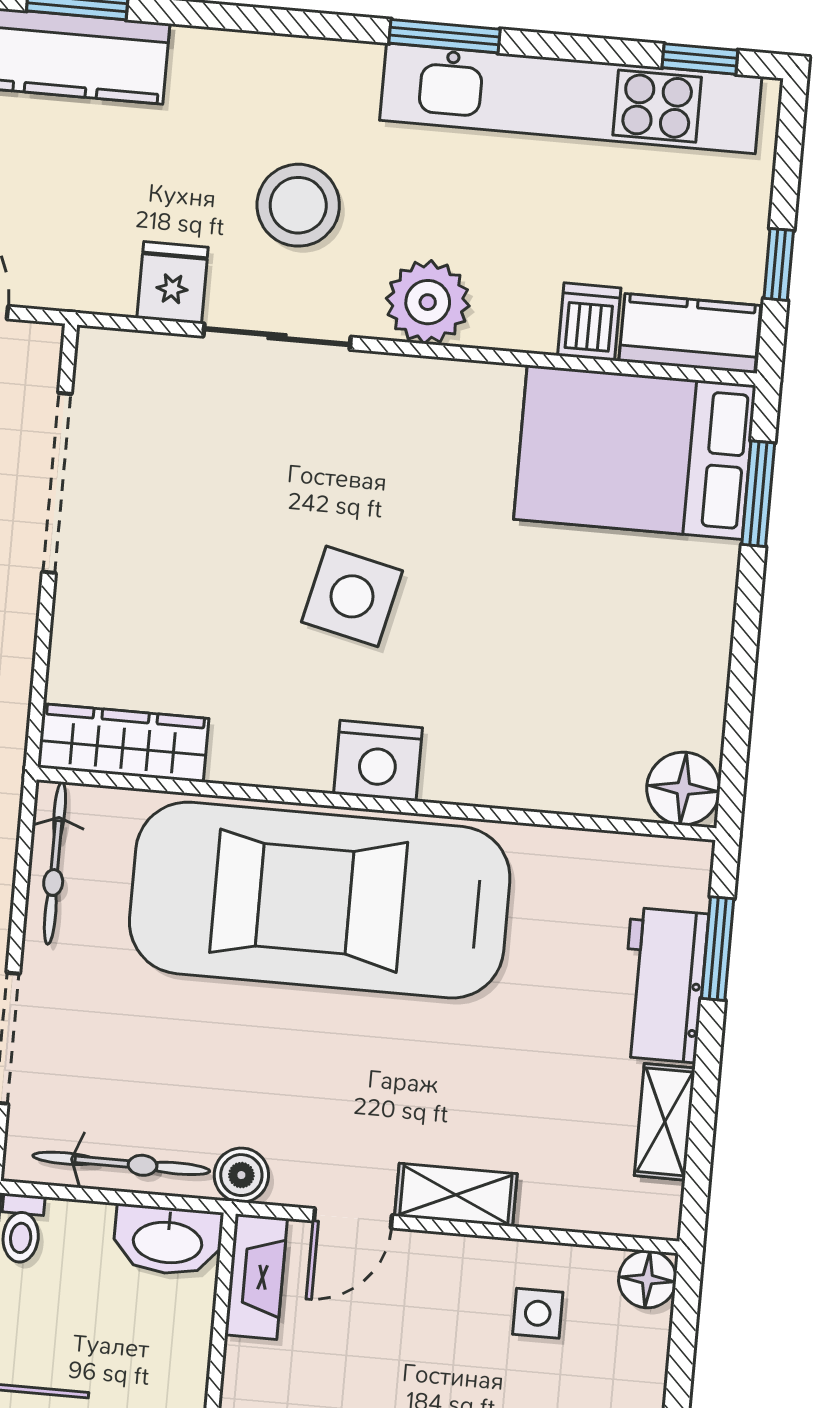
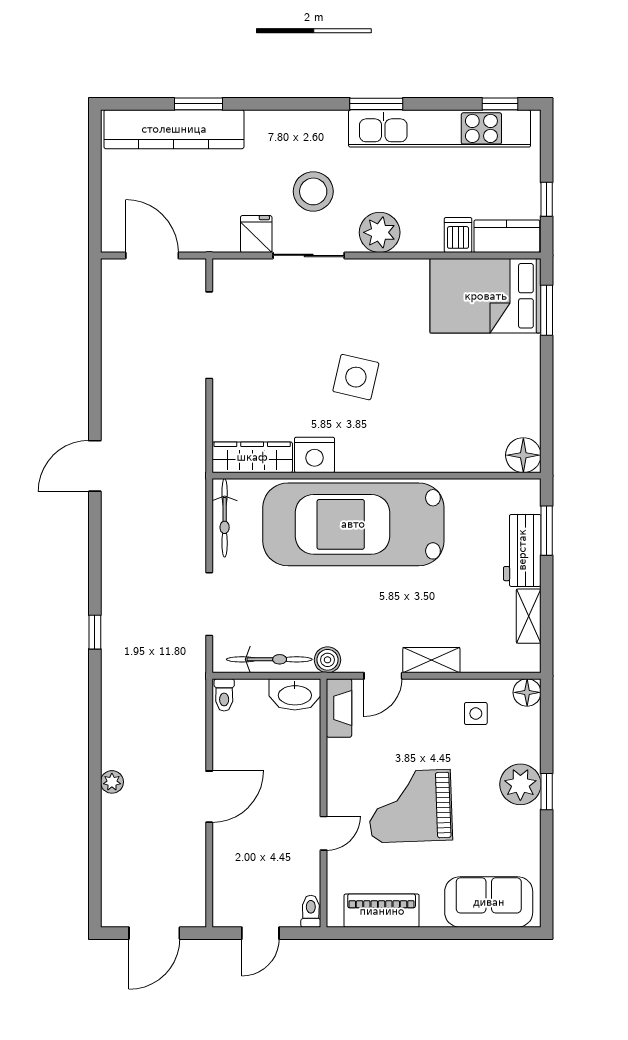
nightstand: (378, 761) -> (314, 455), moved

